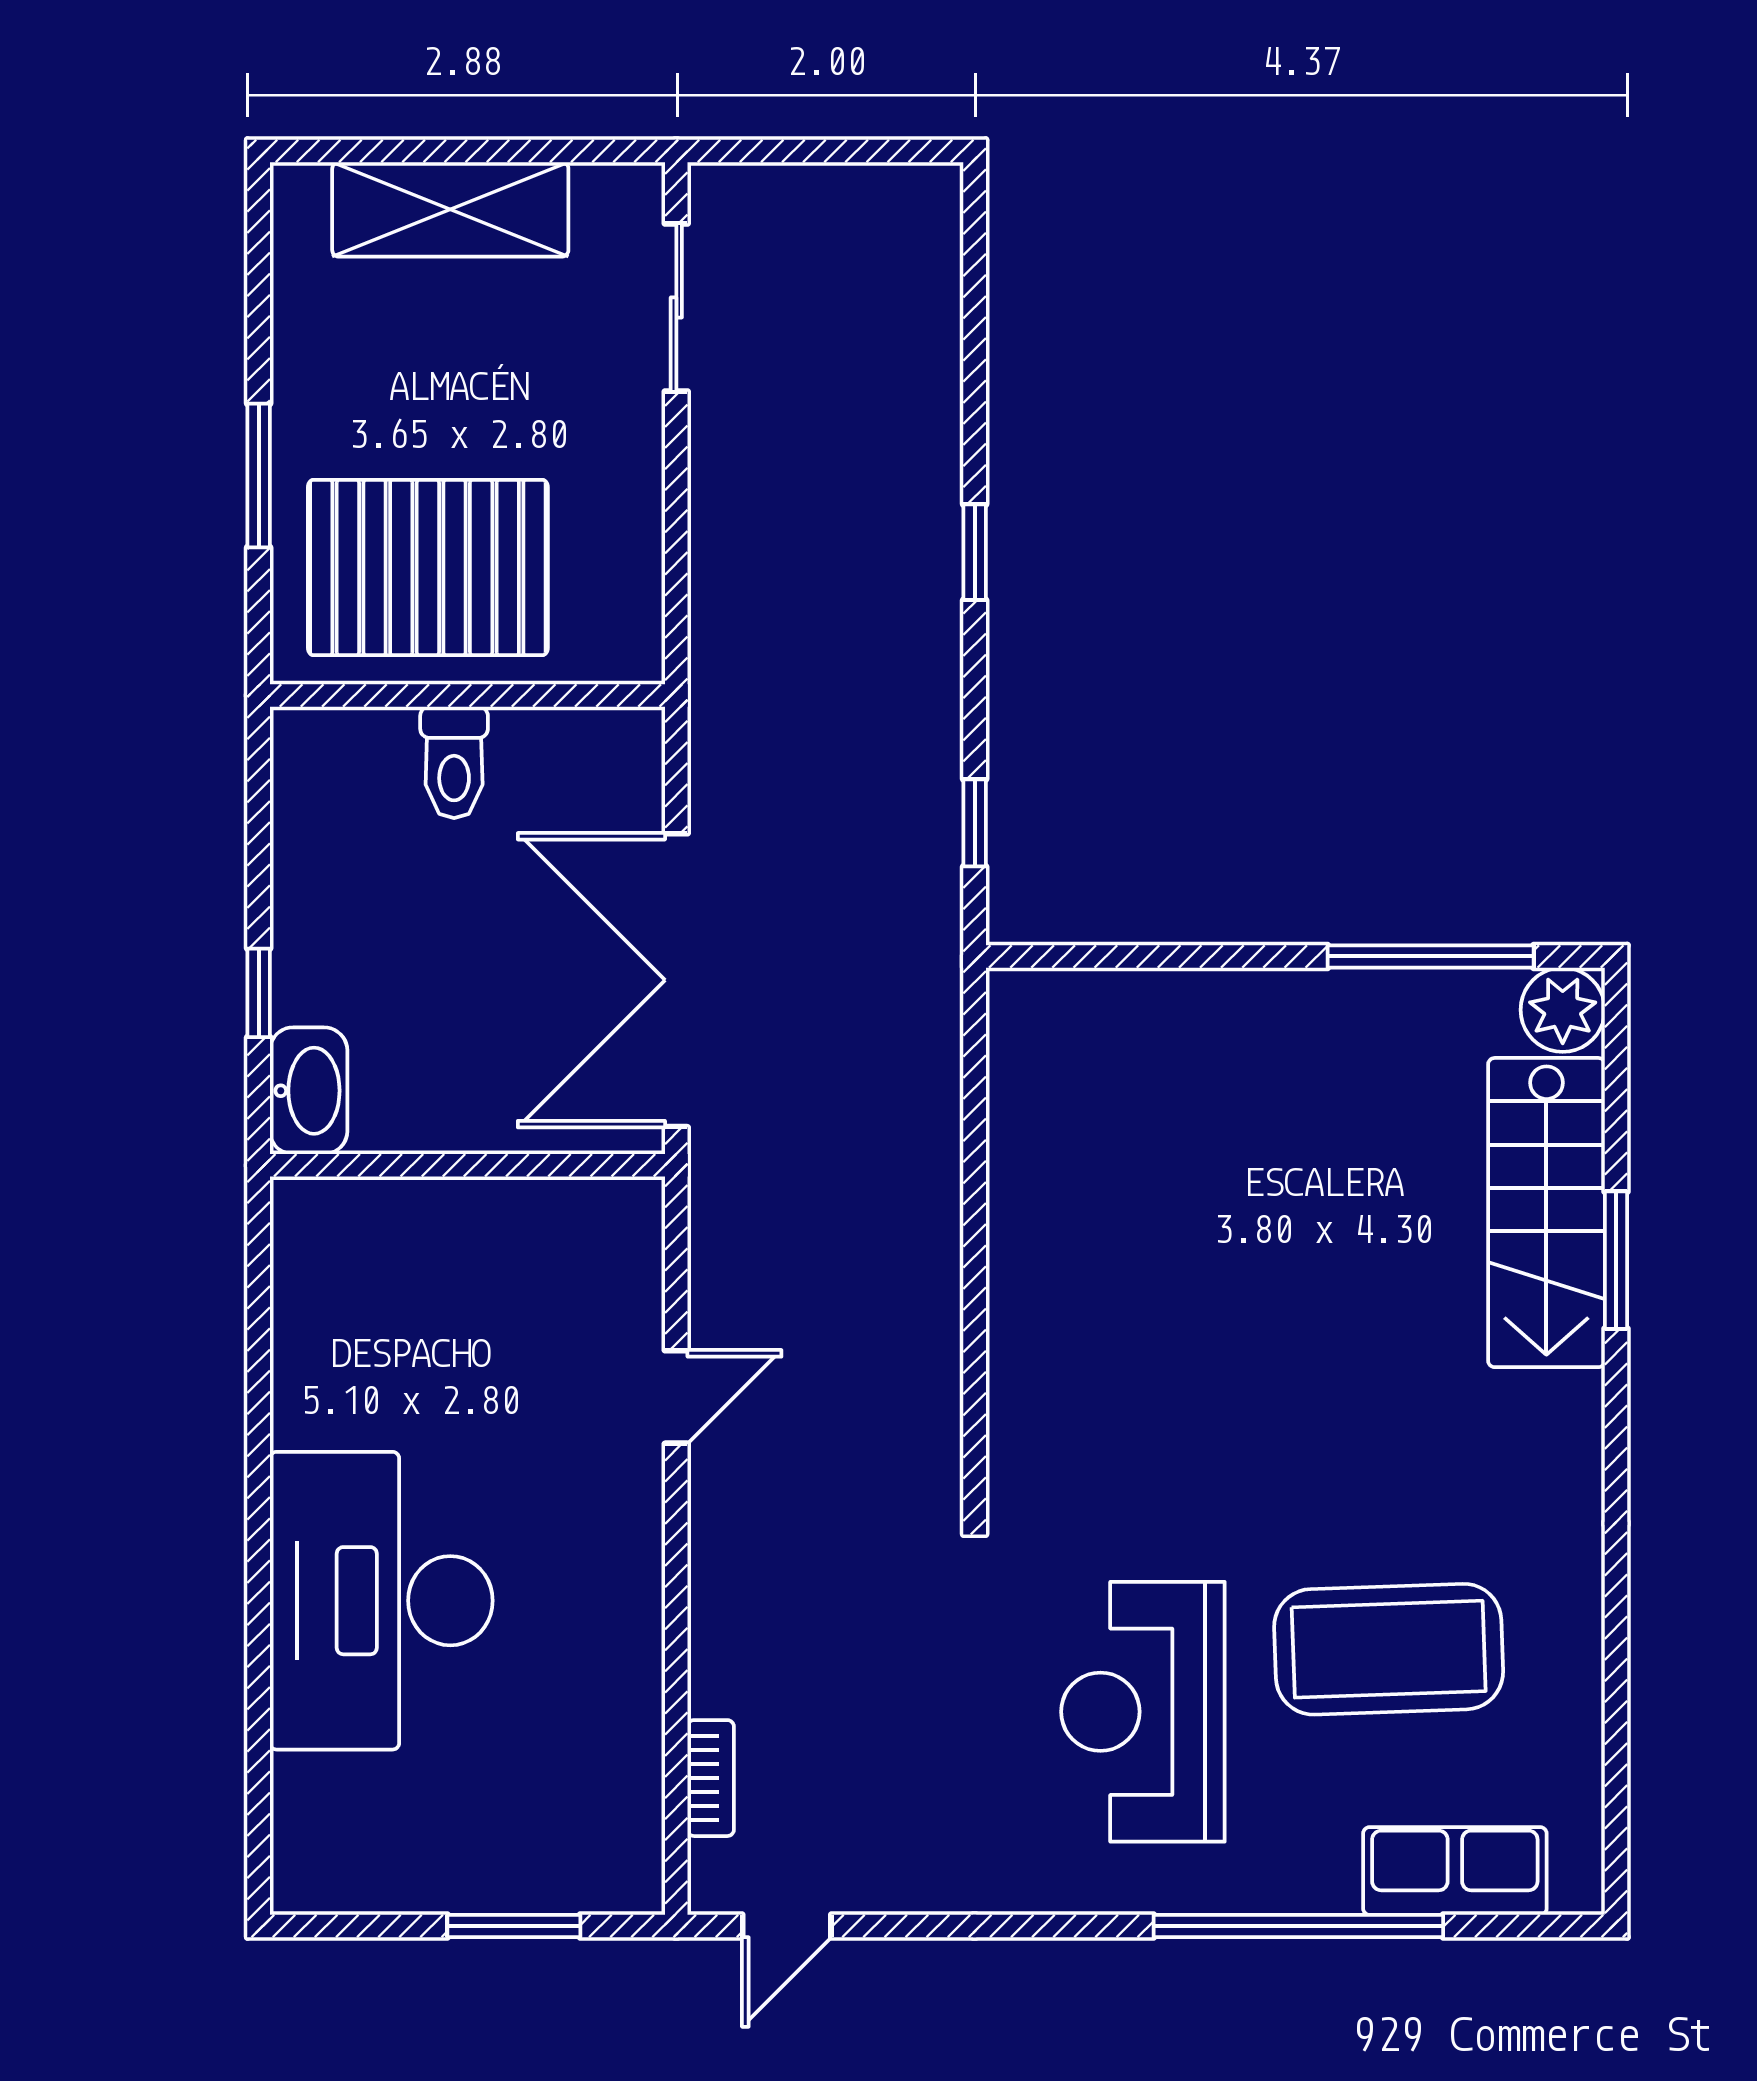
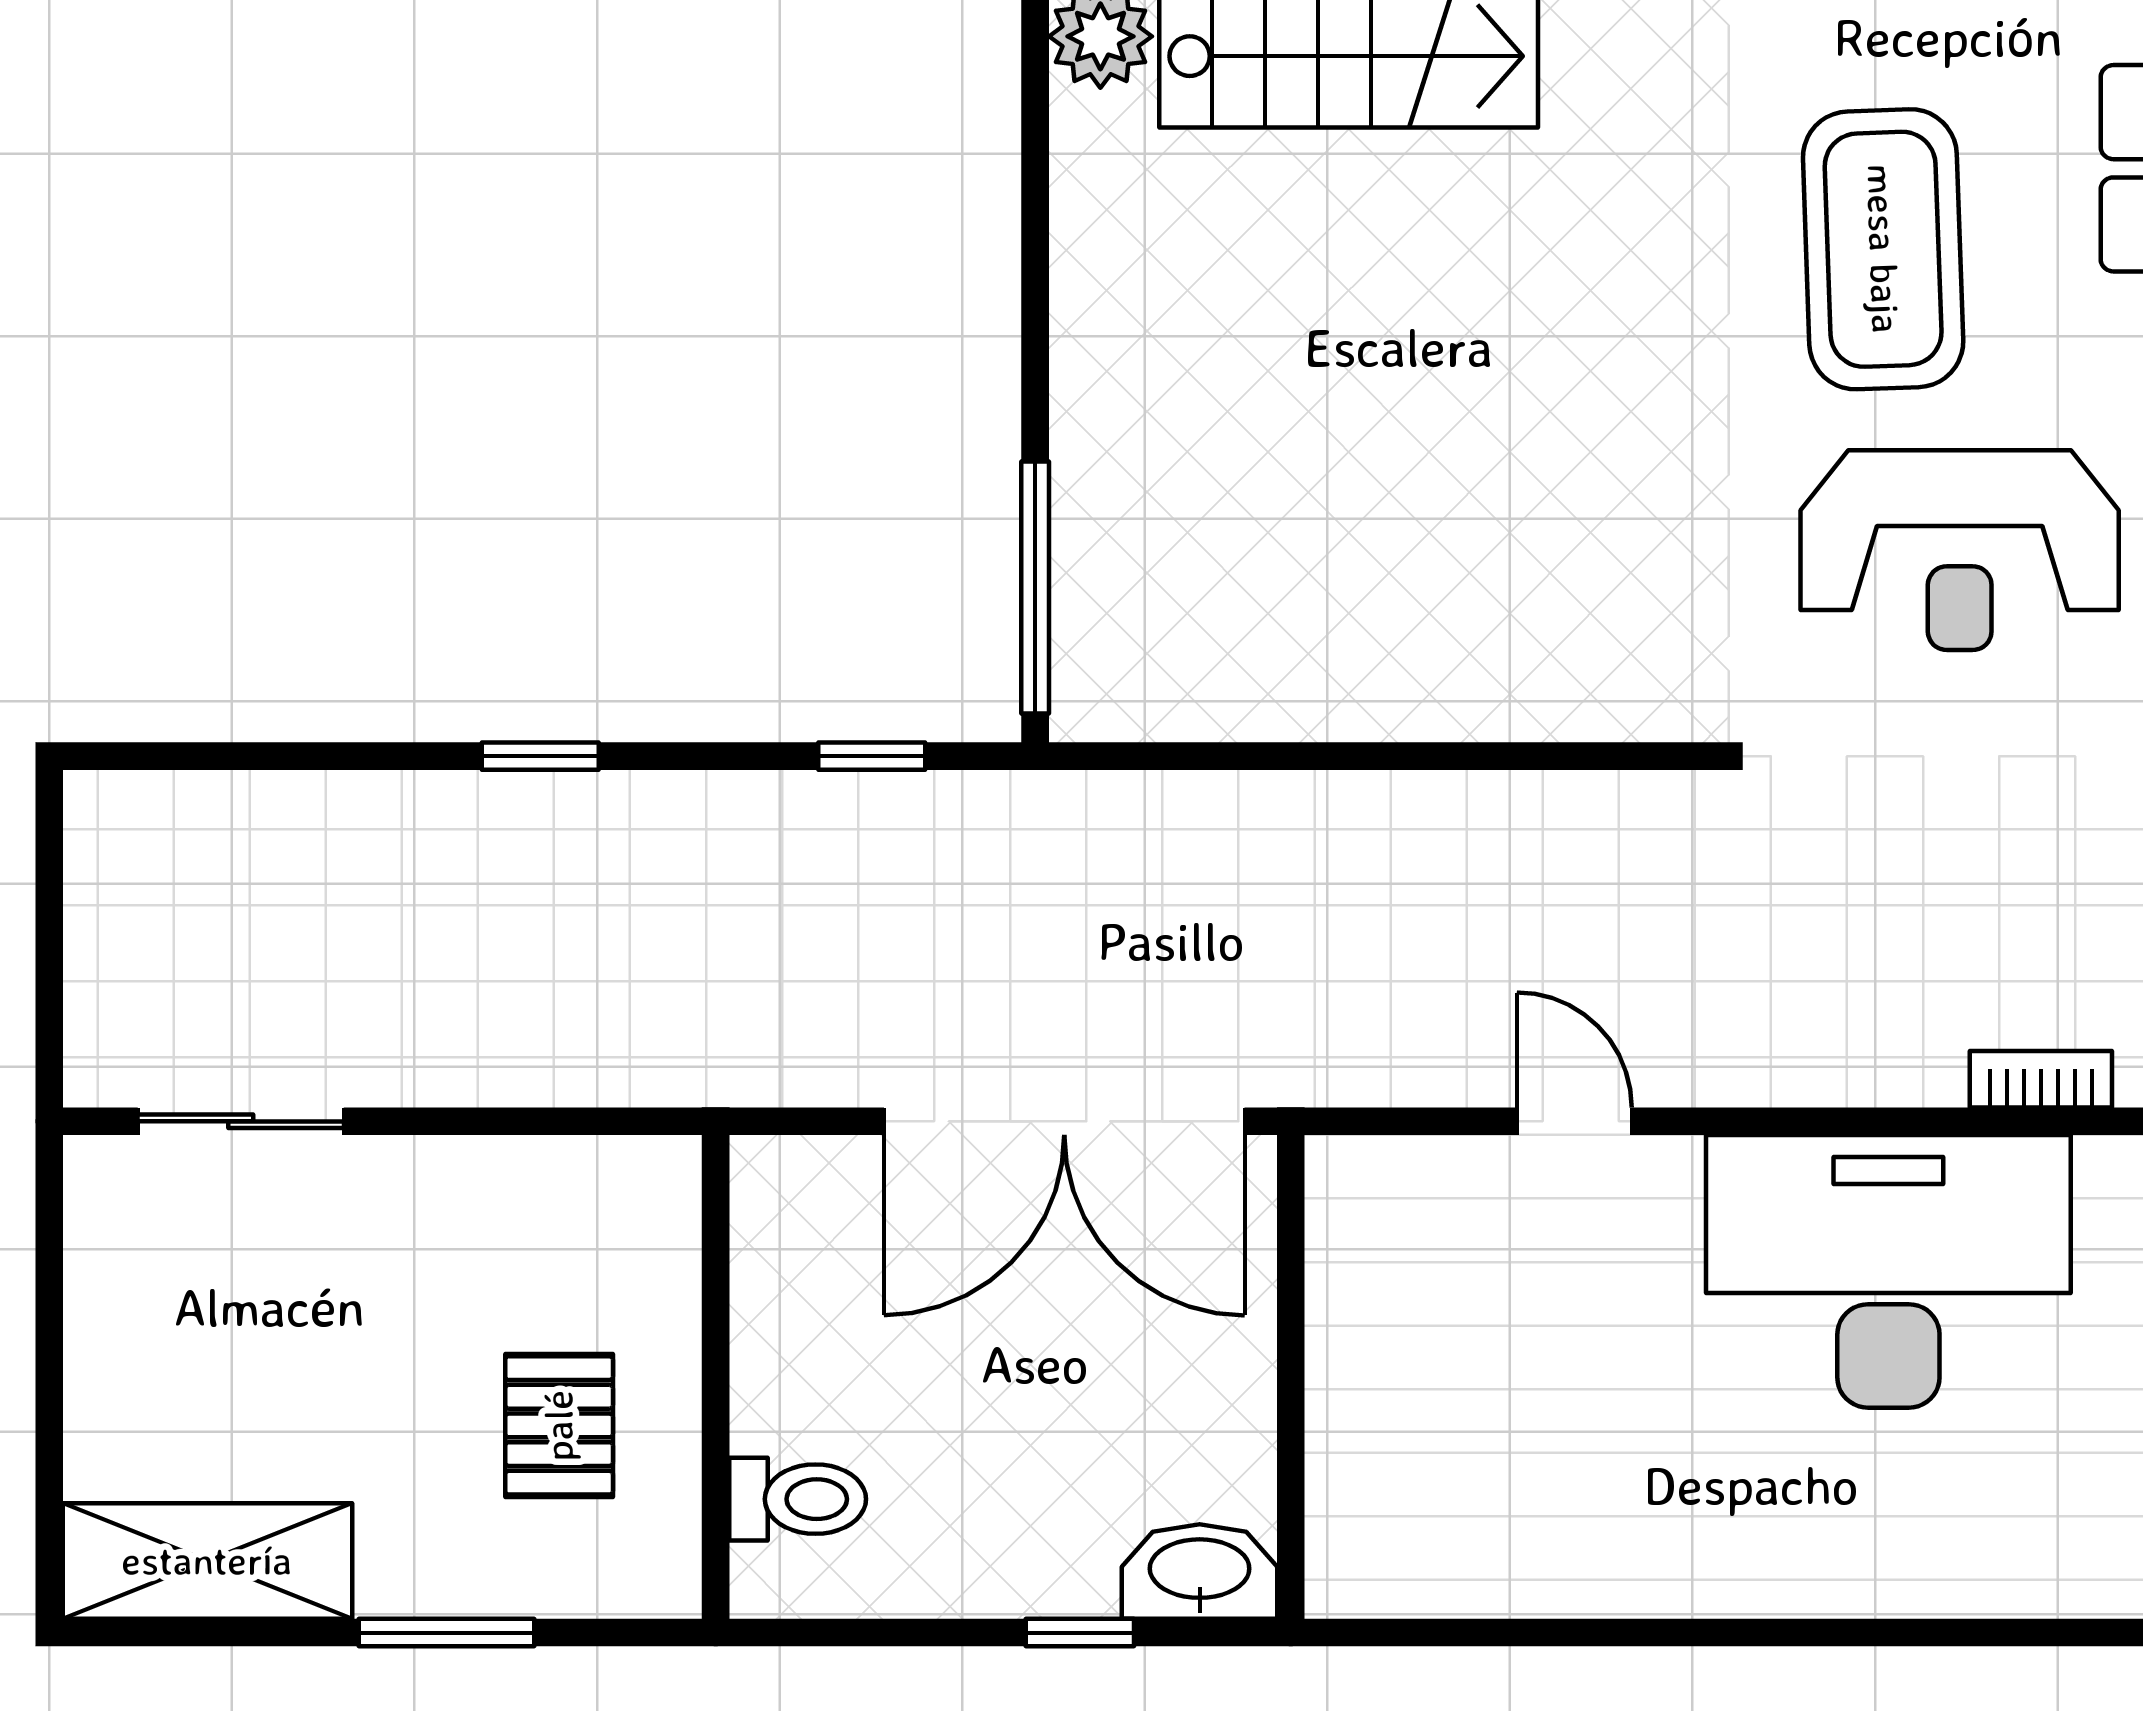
shelving: (450, 209) -> (207, 1561), moved, turned 90
pallet: (428, 568) -> (559, 1425), width x0.49, depth x0.50
toilet: (454, 762) -> (798, 1499), moved
window: (1431, 956) -> (1035, 588), moved
desk: (381, 1601) -> (1888, 1271), moved, turned 180

